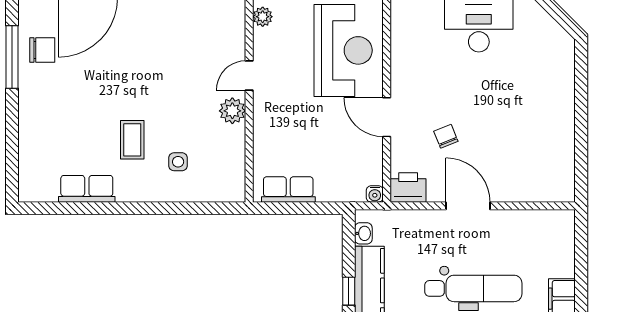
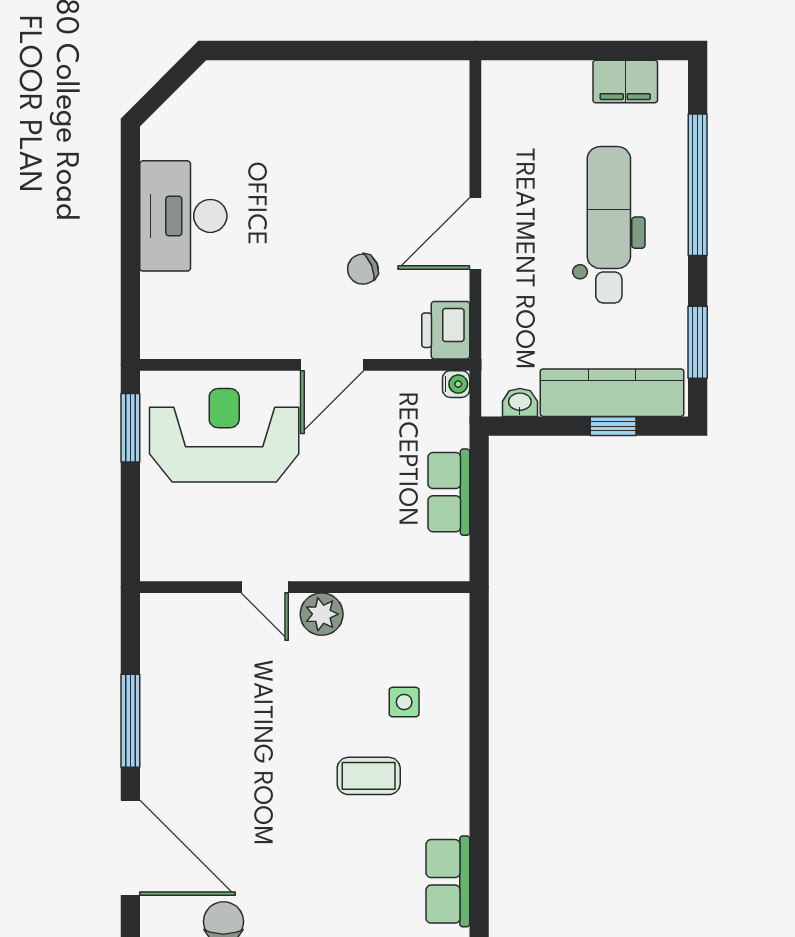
plant: (263, 17) -> (170, 565), removed
row of seats: (87, 189) -> (448, 881), moved
row of seats: (288, 189) -> (449, 492), moved

